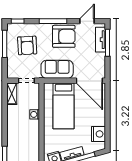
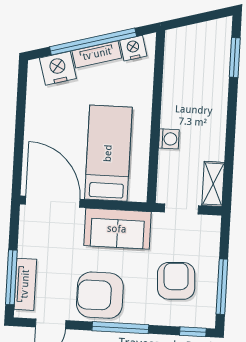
nightstand: (98, 134) -> (58, 68), moved, turned 74

